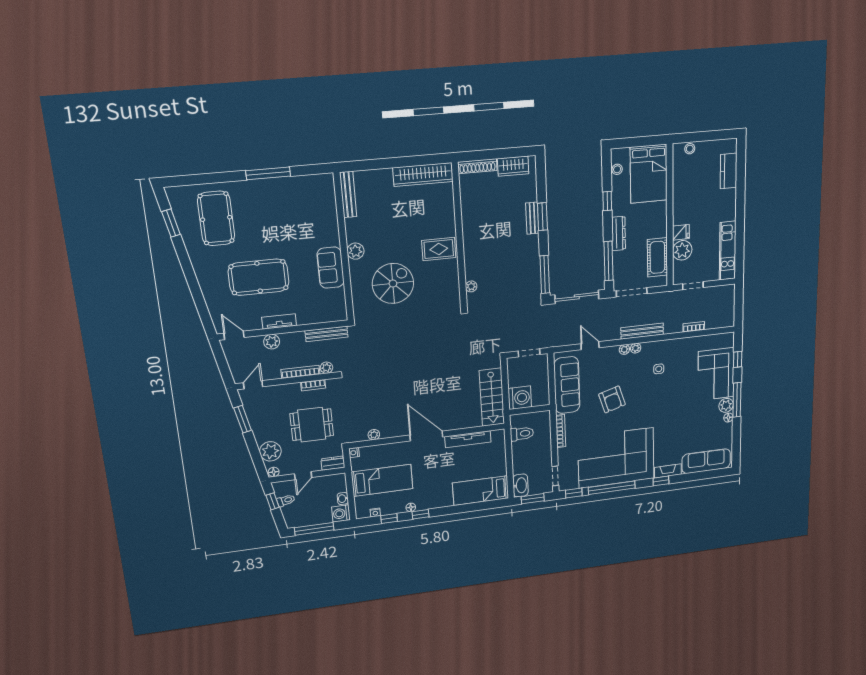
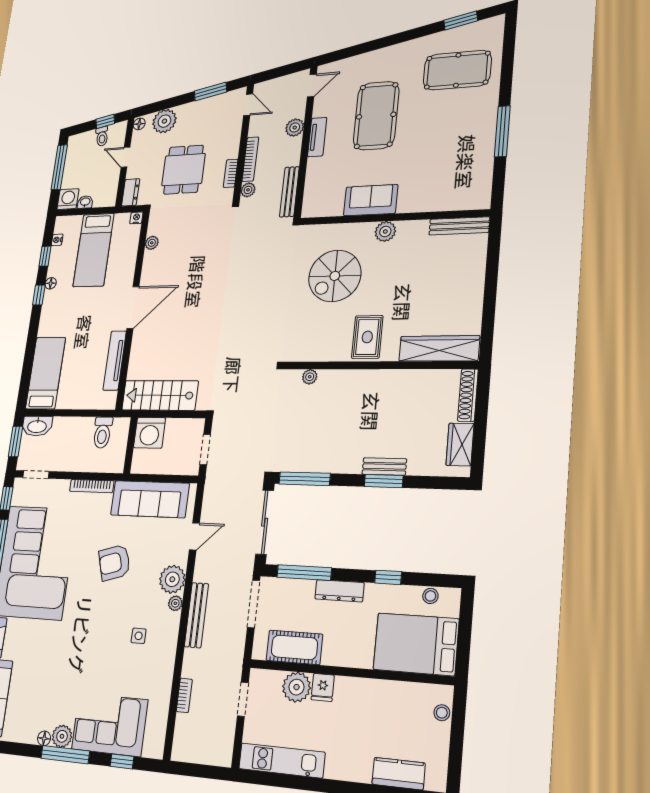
wardrobe: (423, 175) -> (439, 348), moved, turned 90
spiral stairs: (393, 283) -> (335, 276), turned 90
plant: (624, 349) -> (172, 579), width x1.88, depth x1.88

